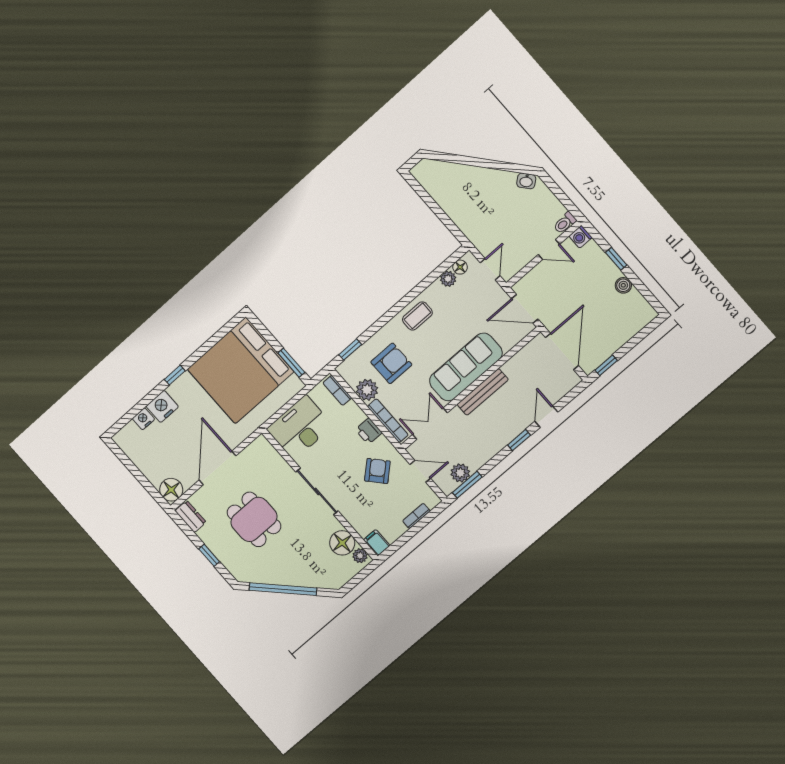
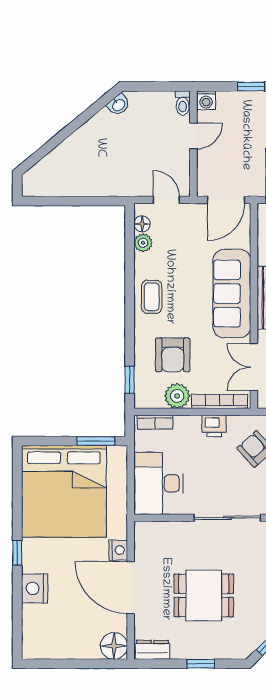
armchair: (391, 363) -> (173, 355), turned 180
nightstand: (143, 419) -> (118, 550), moved, turned 180

